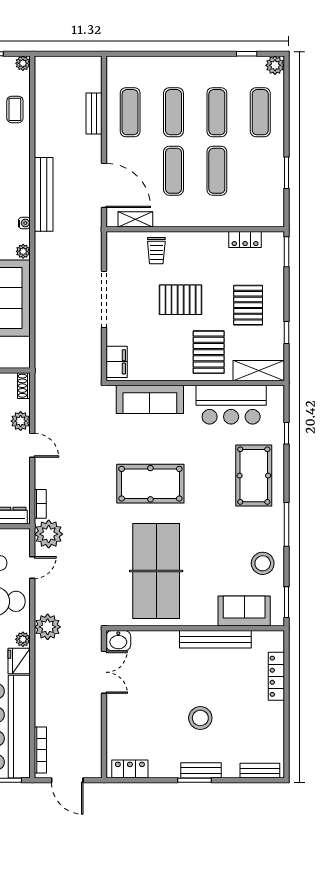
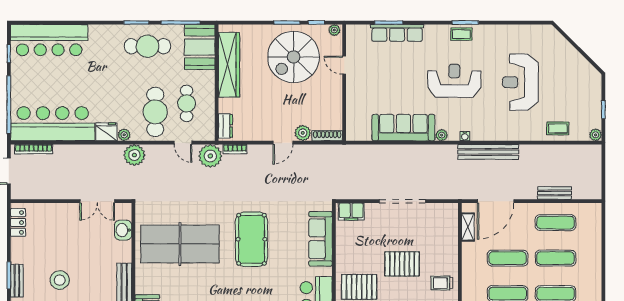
trolley: (156, 251) -> (442, 283), moved
pallet: (181, 300) -> (402, 264), turned 90
shoe rack: (24, 386) -> (327, 136), width x1.43
washbasin: (118, 641) -> (123, 230), moved

